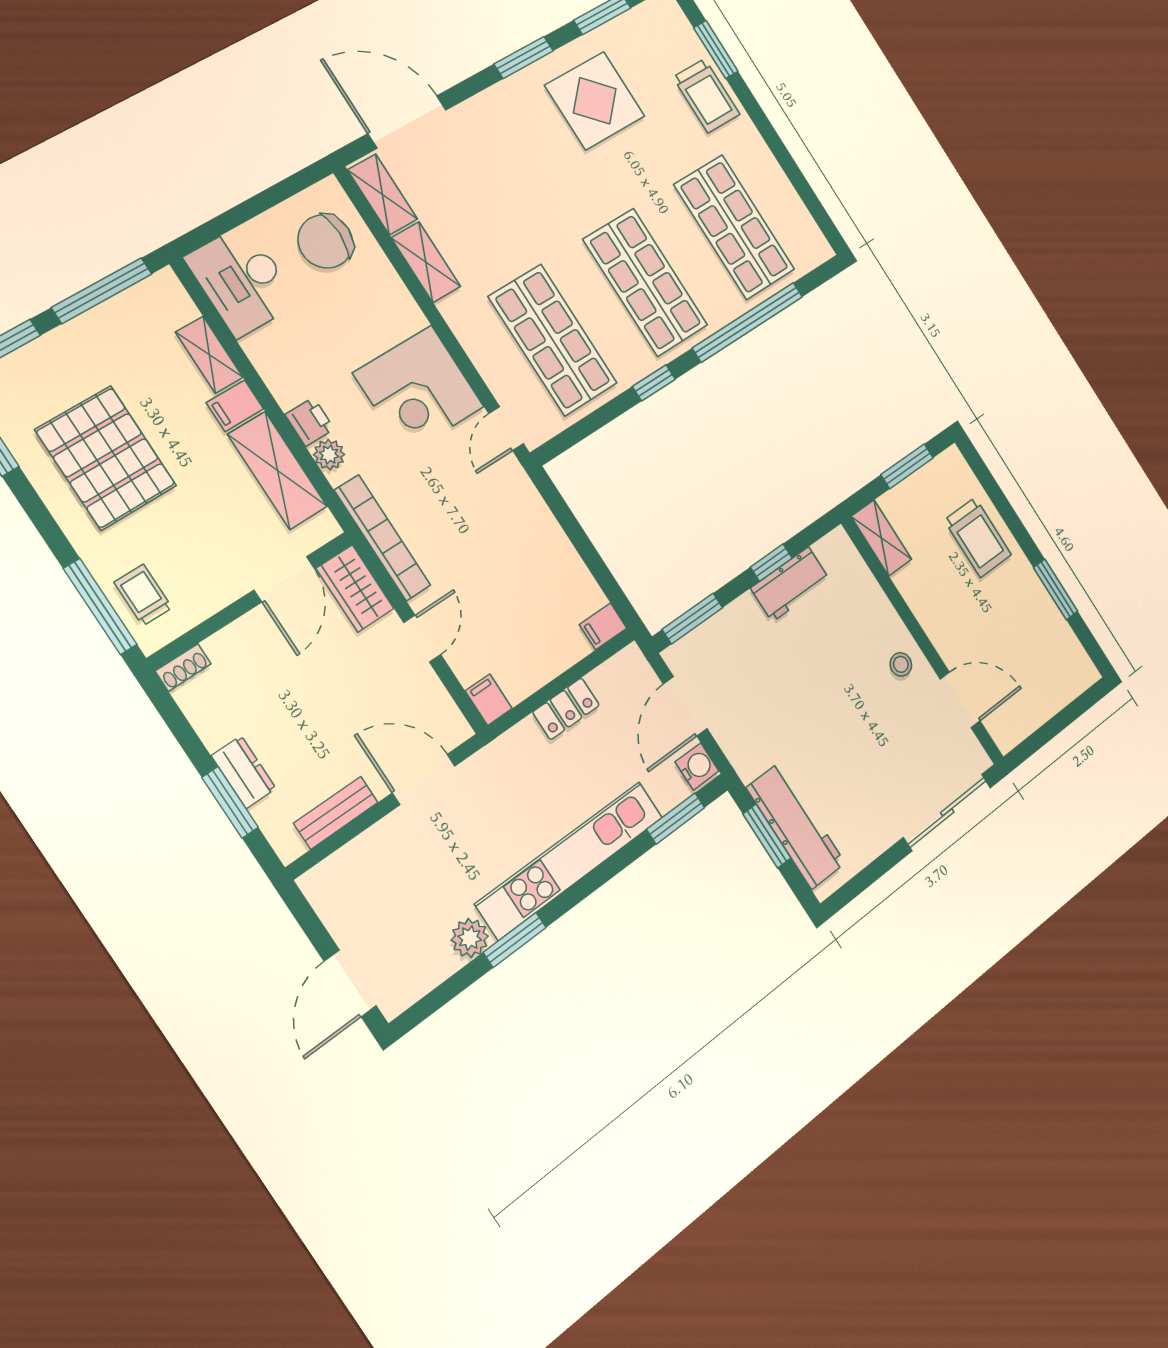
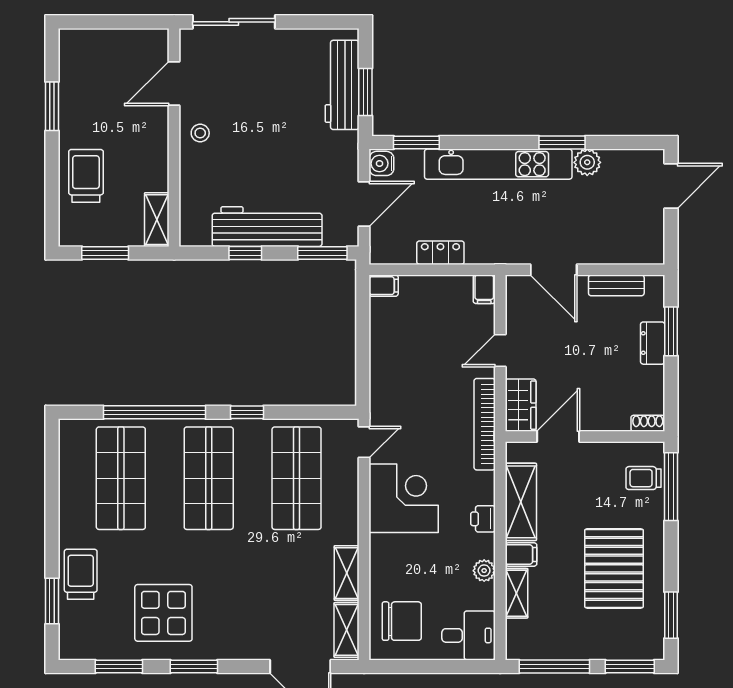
desk: (242, 280) -> (469, 635), width x0.73
plant: (329, 455) -> (484, 571), moved
workbench: (790, 584) -> (267, 227), width x1.88, depth x1.32
trolley: (143, 595) -> (643, 478), turned 90
door: (960, 700) -> (174, 83), hinge flipped

